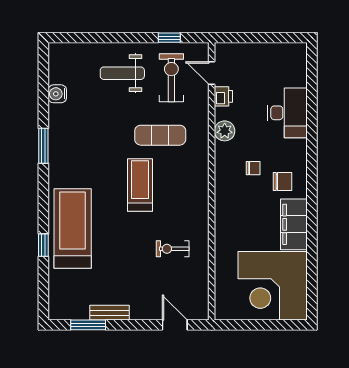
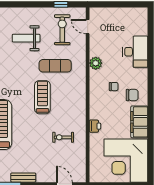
weight bench: (122, 73) -> (26, 38), moved
printer: (223, 96) -> (95, 126), moved

